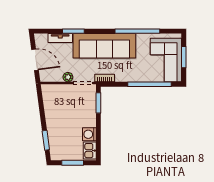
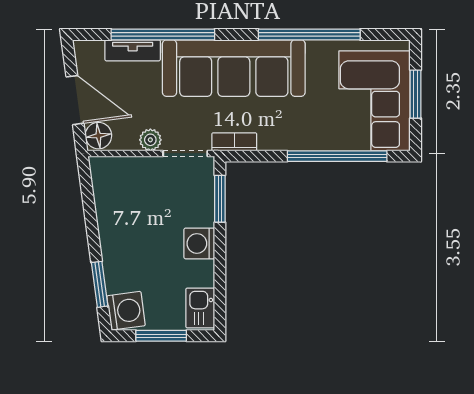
window: (73, 31) -> (163, 34), width x2.11
floor lamp: (45, 75) -> (98, 136), added
washing machine: (89, 134) -> (199, 243), moved
washing machine: (57, 152) -> (126, 311), added

